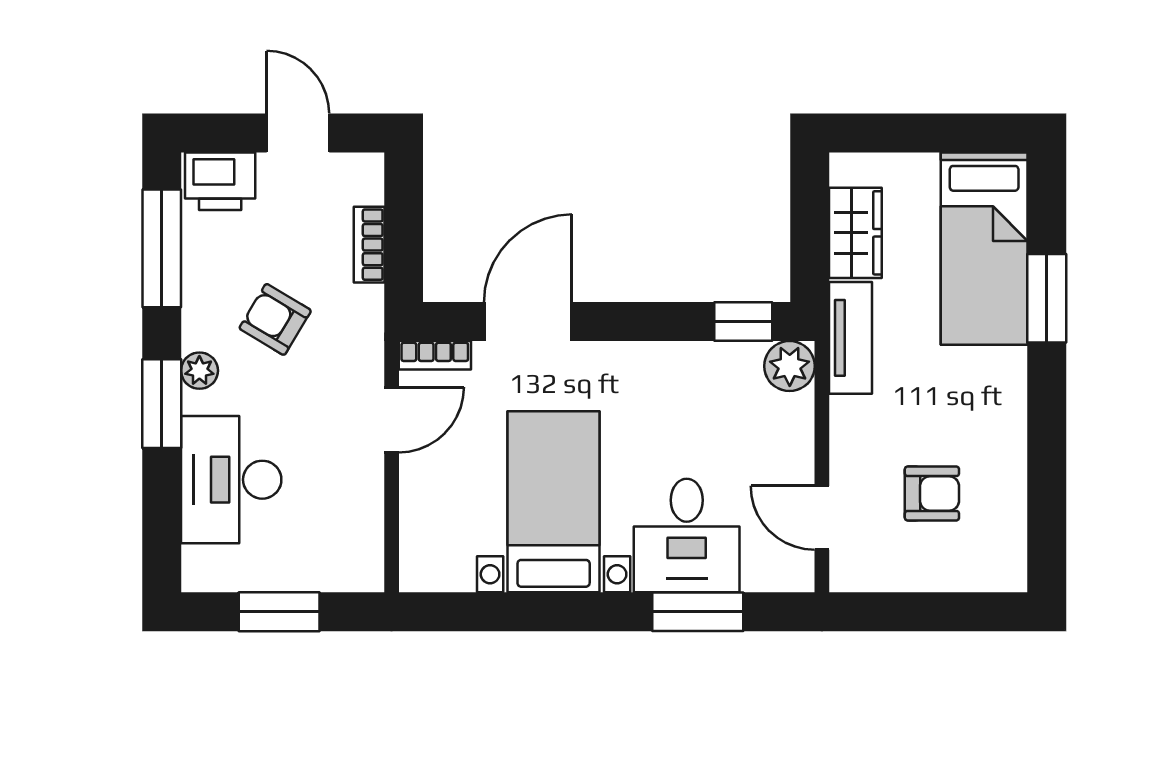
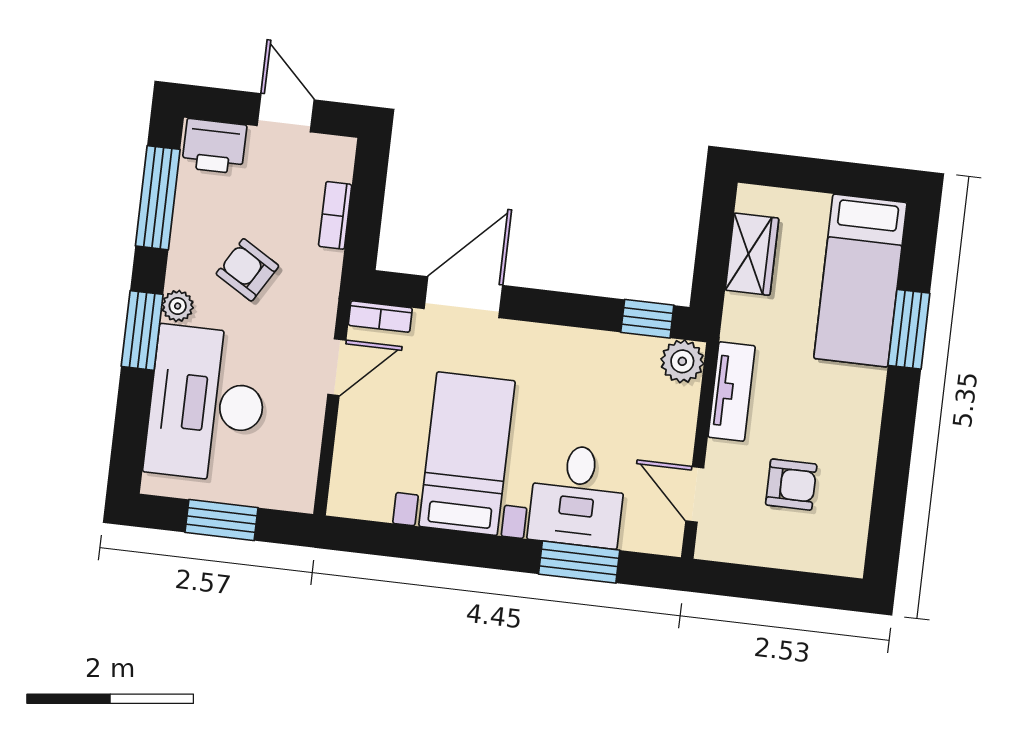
tv unit: (851, 338) -> (732, 391), moved
desk: (231, 480) -> (207, 404), width x1.36, depth x1.30

